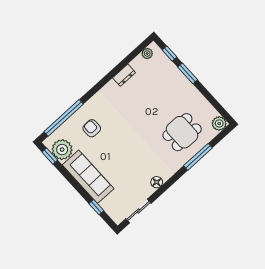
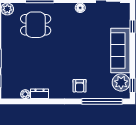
plant: (147, 53) -> (25, 94), moved
armchair: (92, 128) -> (80, 86), moved

